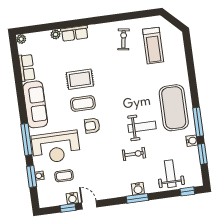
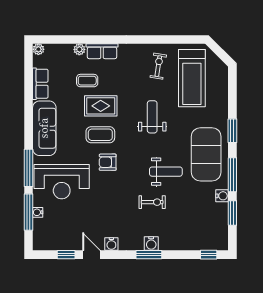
treadmill: (153, 46) -> (192, 78), width x1.37, depth x1.38
window: (193, 85) -> (232, 131), added
weight bench: (170, 174) -> (152, 117), moved
coffee table: (64, 176) -> (87, 81), moved
window: (32, 177) -> (28, 212), width x1.44
water cooler: (72, 198) -> (111, 244), moved

